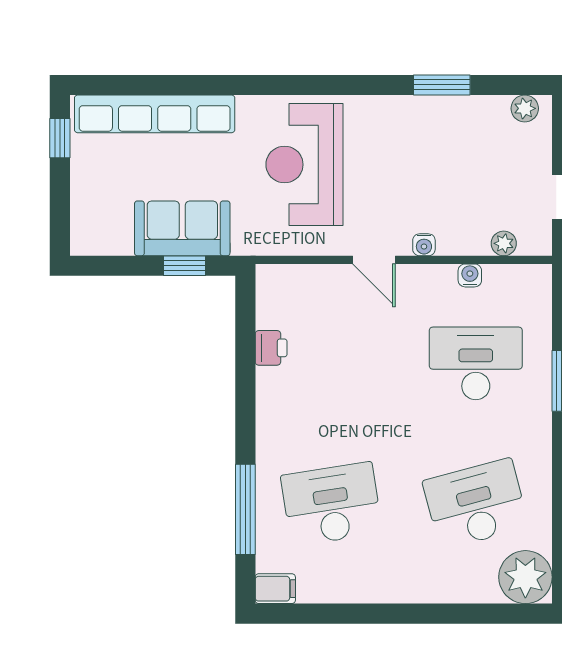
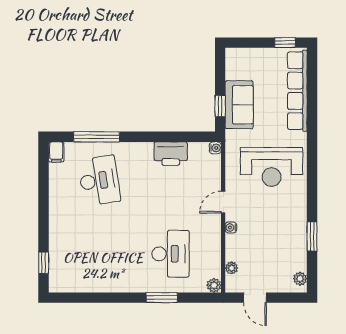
reception desk: (304, 165) -> (272, 167), turned 180
water cooler: (470, 275) -> (215, 148), moved
printer: (271, 348) -> (171, 154), width x1.87, depth x1.48
desk: (476, 504) -> (99, 254), removed
plant: (525, 577) -> (214, 285), moved, width x0.53, depth x0.53
window: (494, 614) -> (44, 263), added

